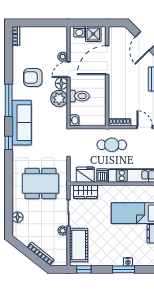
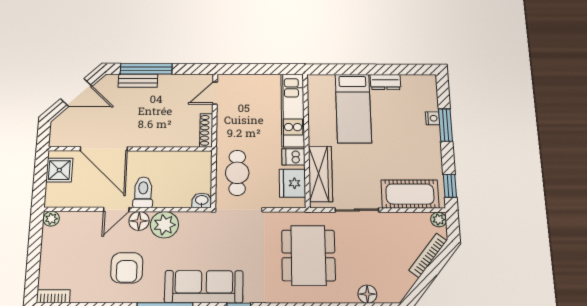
washing machine: (79, 32) -> (54, 192), removed
plant: (63, 57) -> (51, 219), moved
door: (68, 70) -> (116, 209), hinge flipped
toilet: (79, 96) -> (143, 192), moved
cafe table: (112, 145) -> (237, 173), moved
wardrobe: (85, 192) -> (320, 174), width x1.50
plant: (63, 231) -> (439, 220), moved

